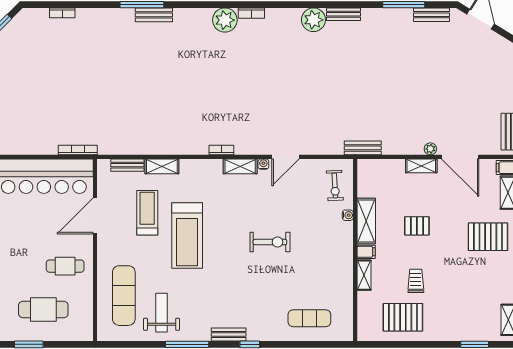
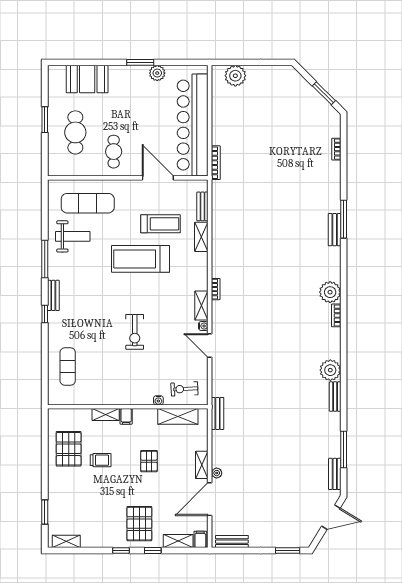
shelving: (366, 221) -> (178, 416), moved

